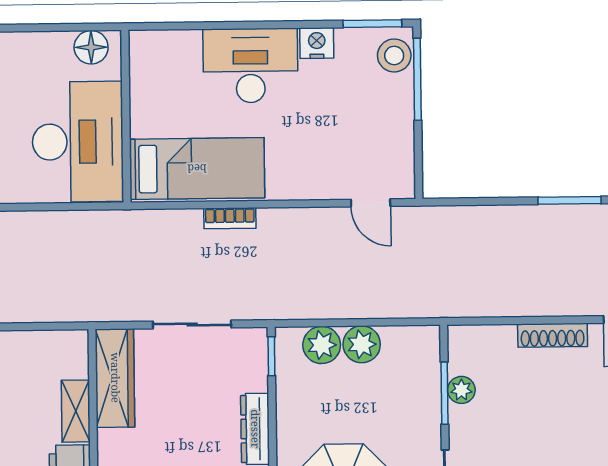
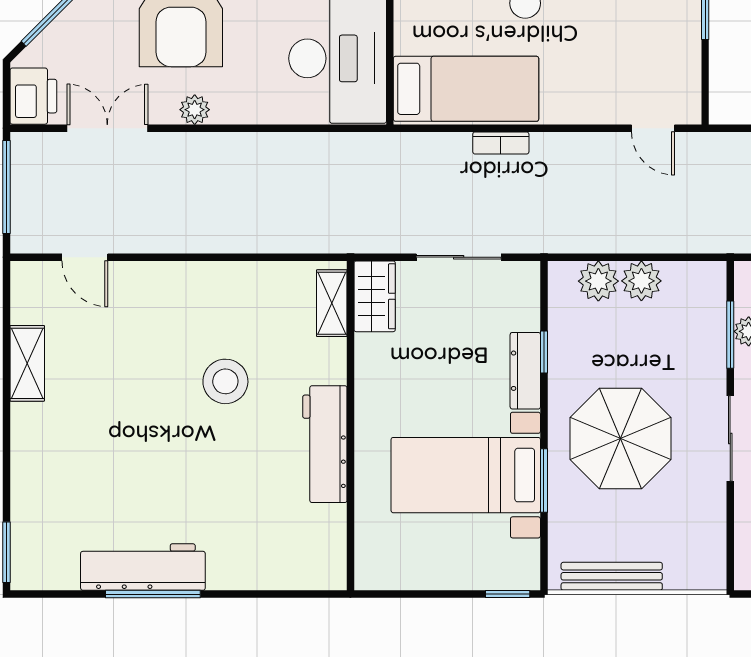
window: (271, 356) -> (544, 352), moved
wardrobe: (115, 378) -> (375, 296), width x0.67
shelving: (76, 411) -> (332, 303), moved

